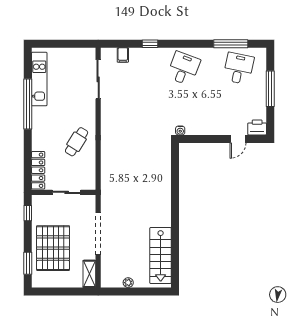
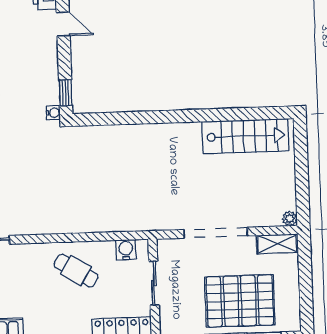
window: (193, 139) -> (66, 93), added
water cooler: (89, 175) -> (126, 250), added
plant: (128, 283) -> (290, 219), moved

